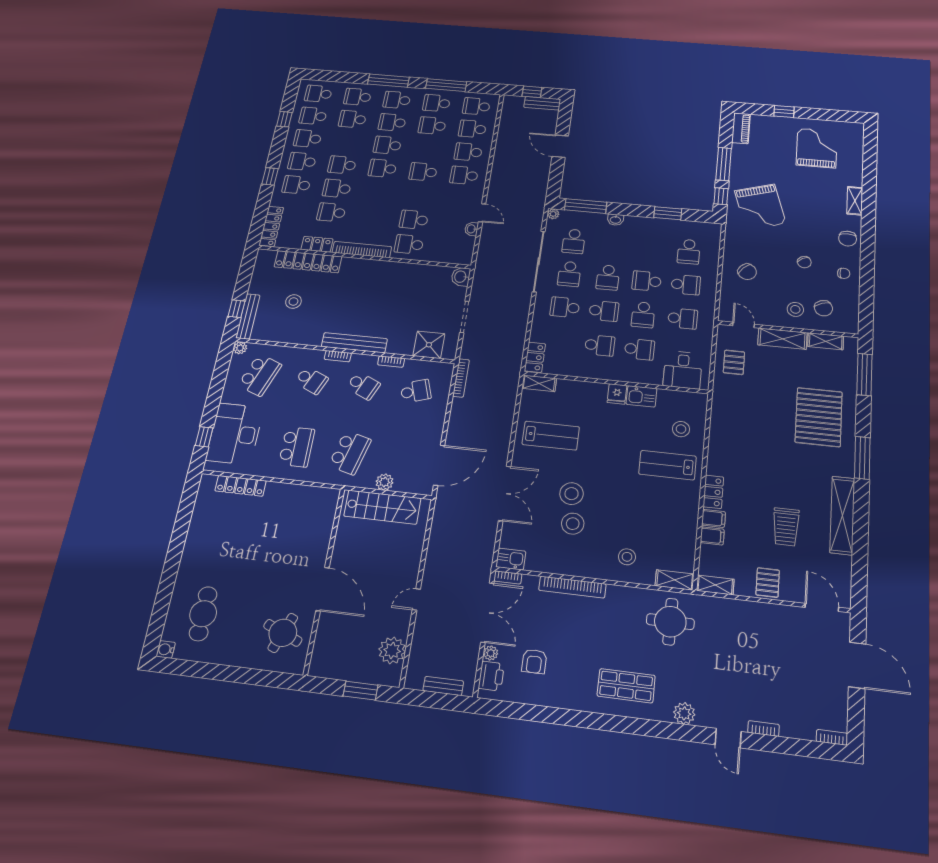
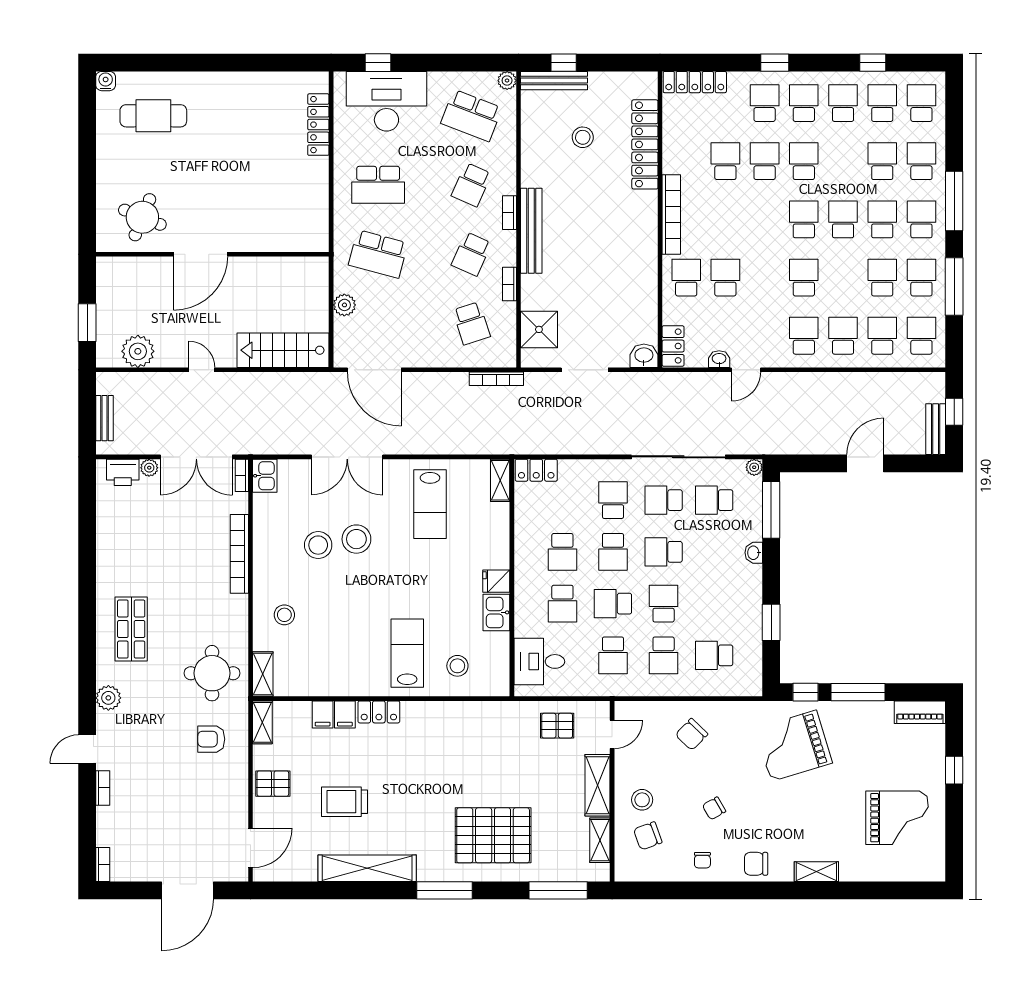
locker: (317, 244) -> (673, 346), moved
stairs: (382, 507) -> (283, 350), moved, turned 90
armchair: (534, 661) -> (211, 739), moved

